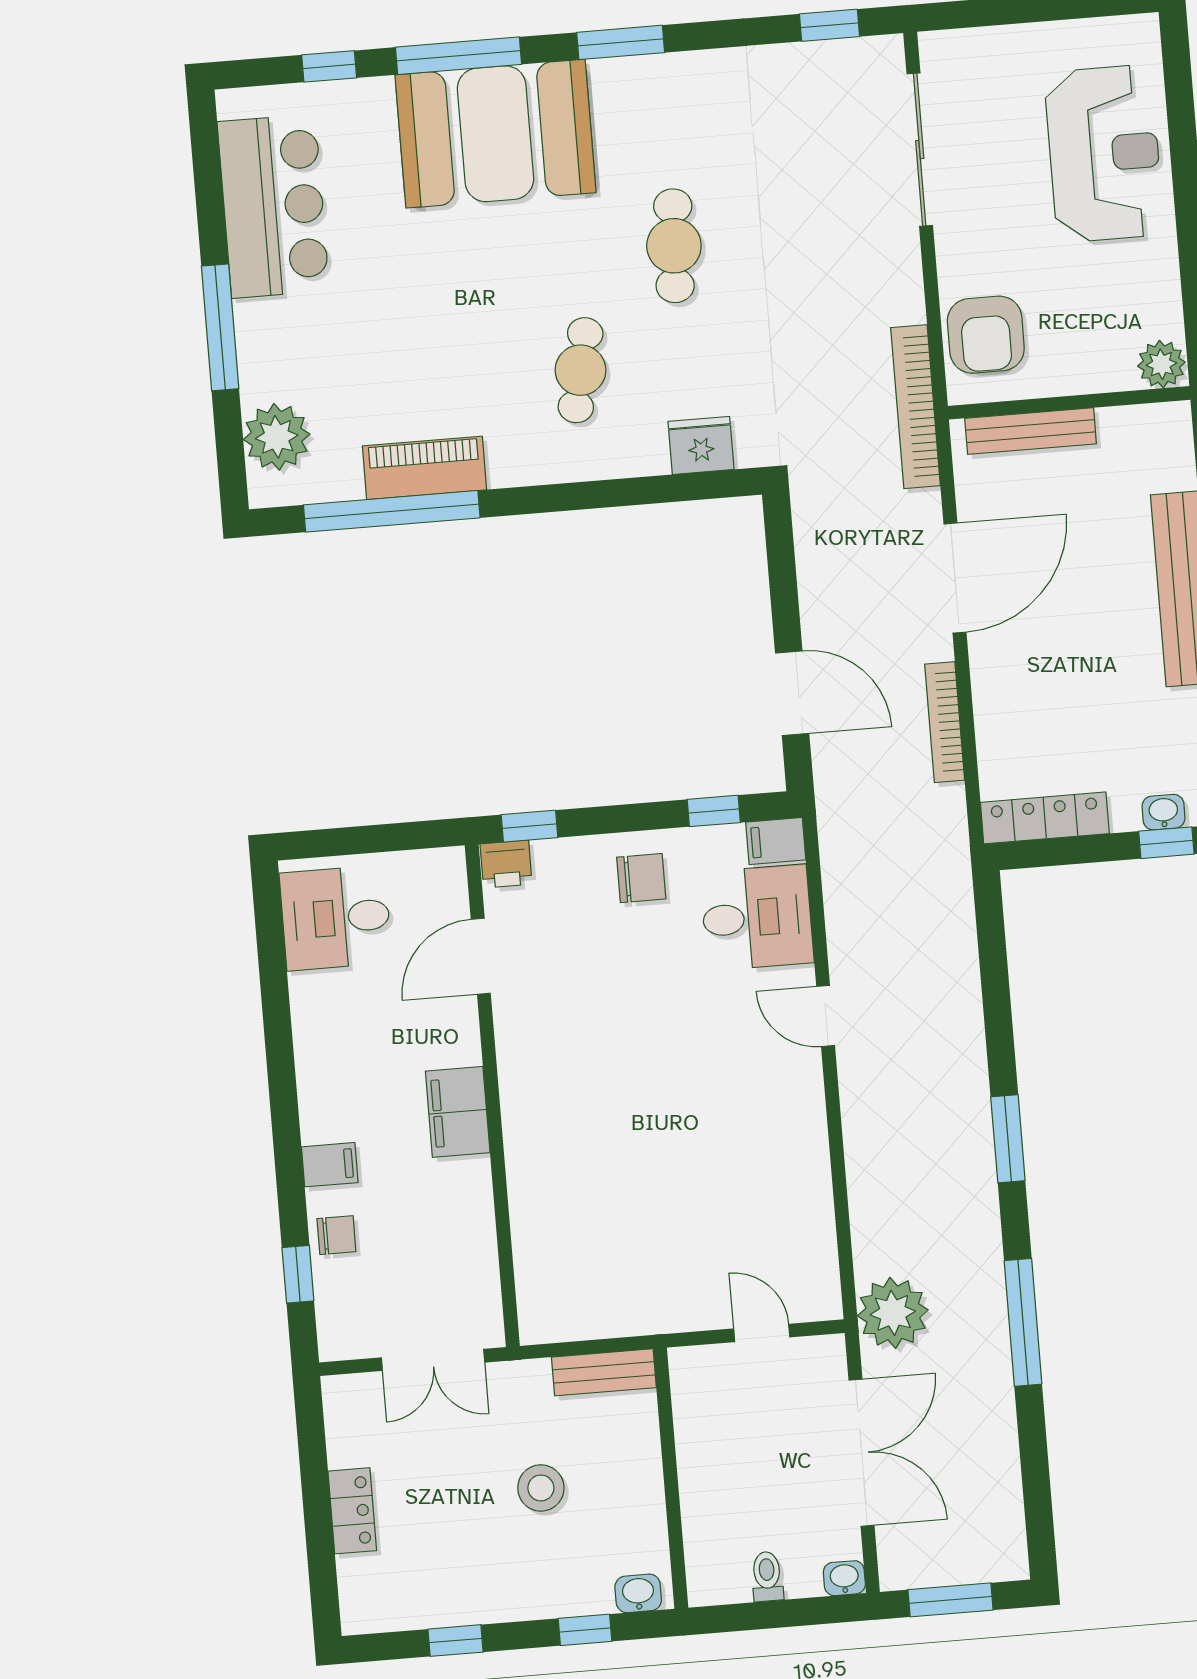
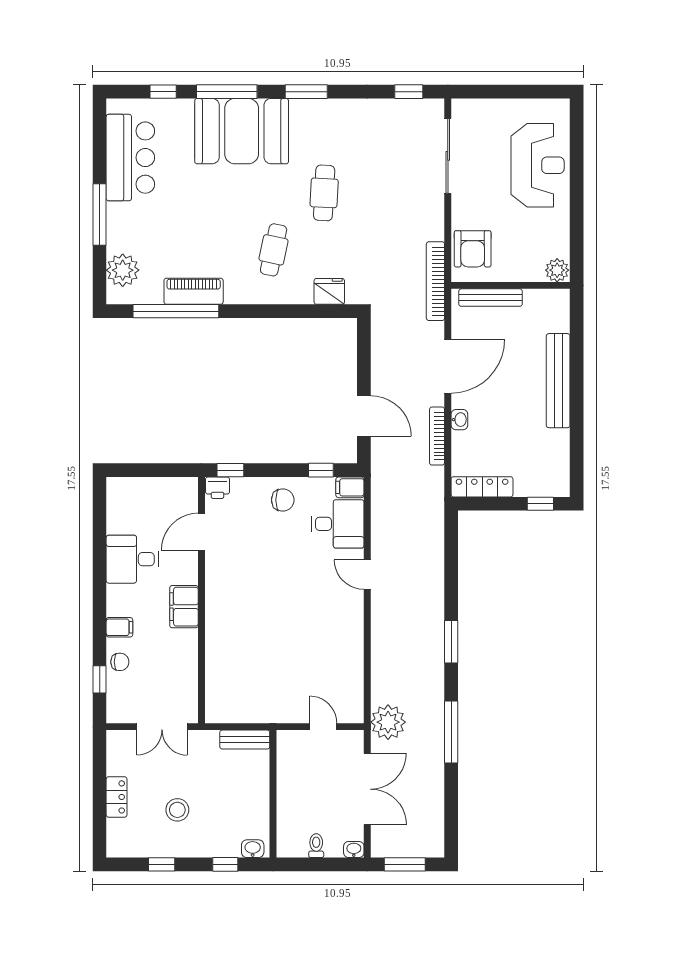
washbasin: (1163, 812) -> (459, 420), moved, turned 90
desk: (336, 918) -> (132, 559), moved
stool: (541, 1488) -> (177, 810), moved

